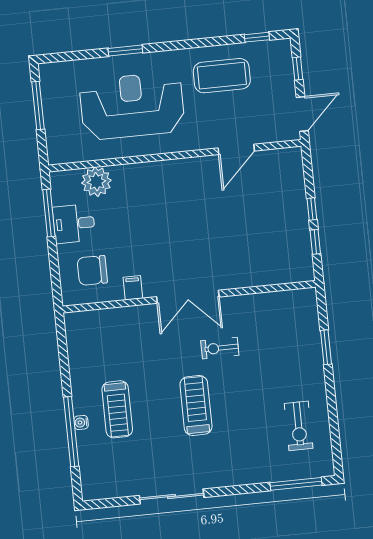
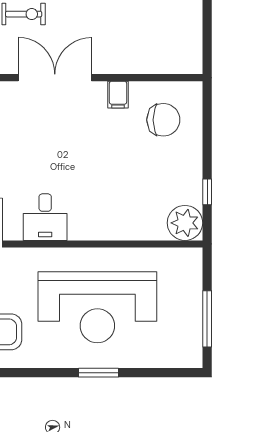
plant: (96, 182) -> (185, 223), moved
window: (49, 213) -> (207, 192), width x0.46
desk: (74, 224) -> (45, 217), moved, turned 90

